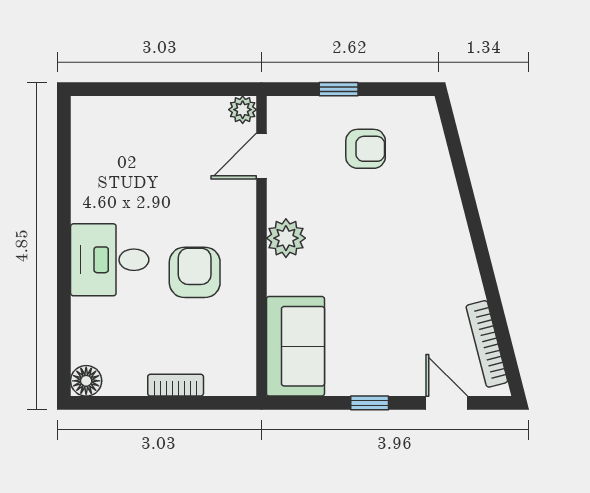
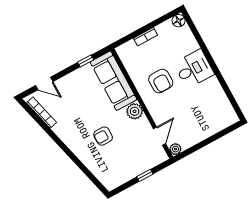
armchair: (366, 149) -> (103, 136), moved
sofa: (295, 346) -> (113, 81), width x1.36
window: (370, 403) -> (86, 61), moved

